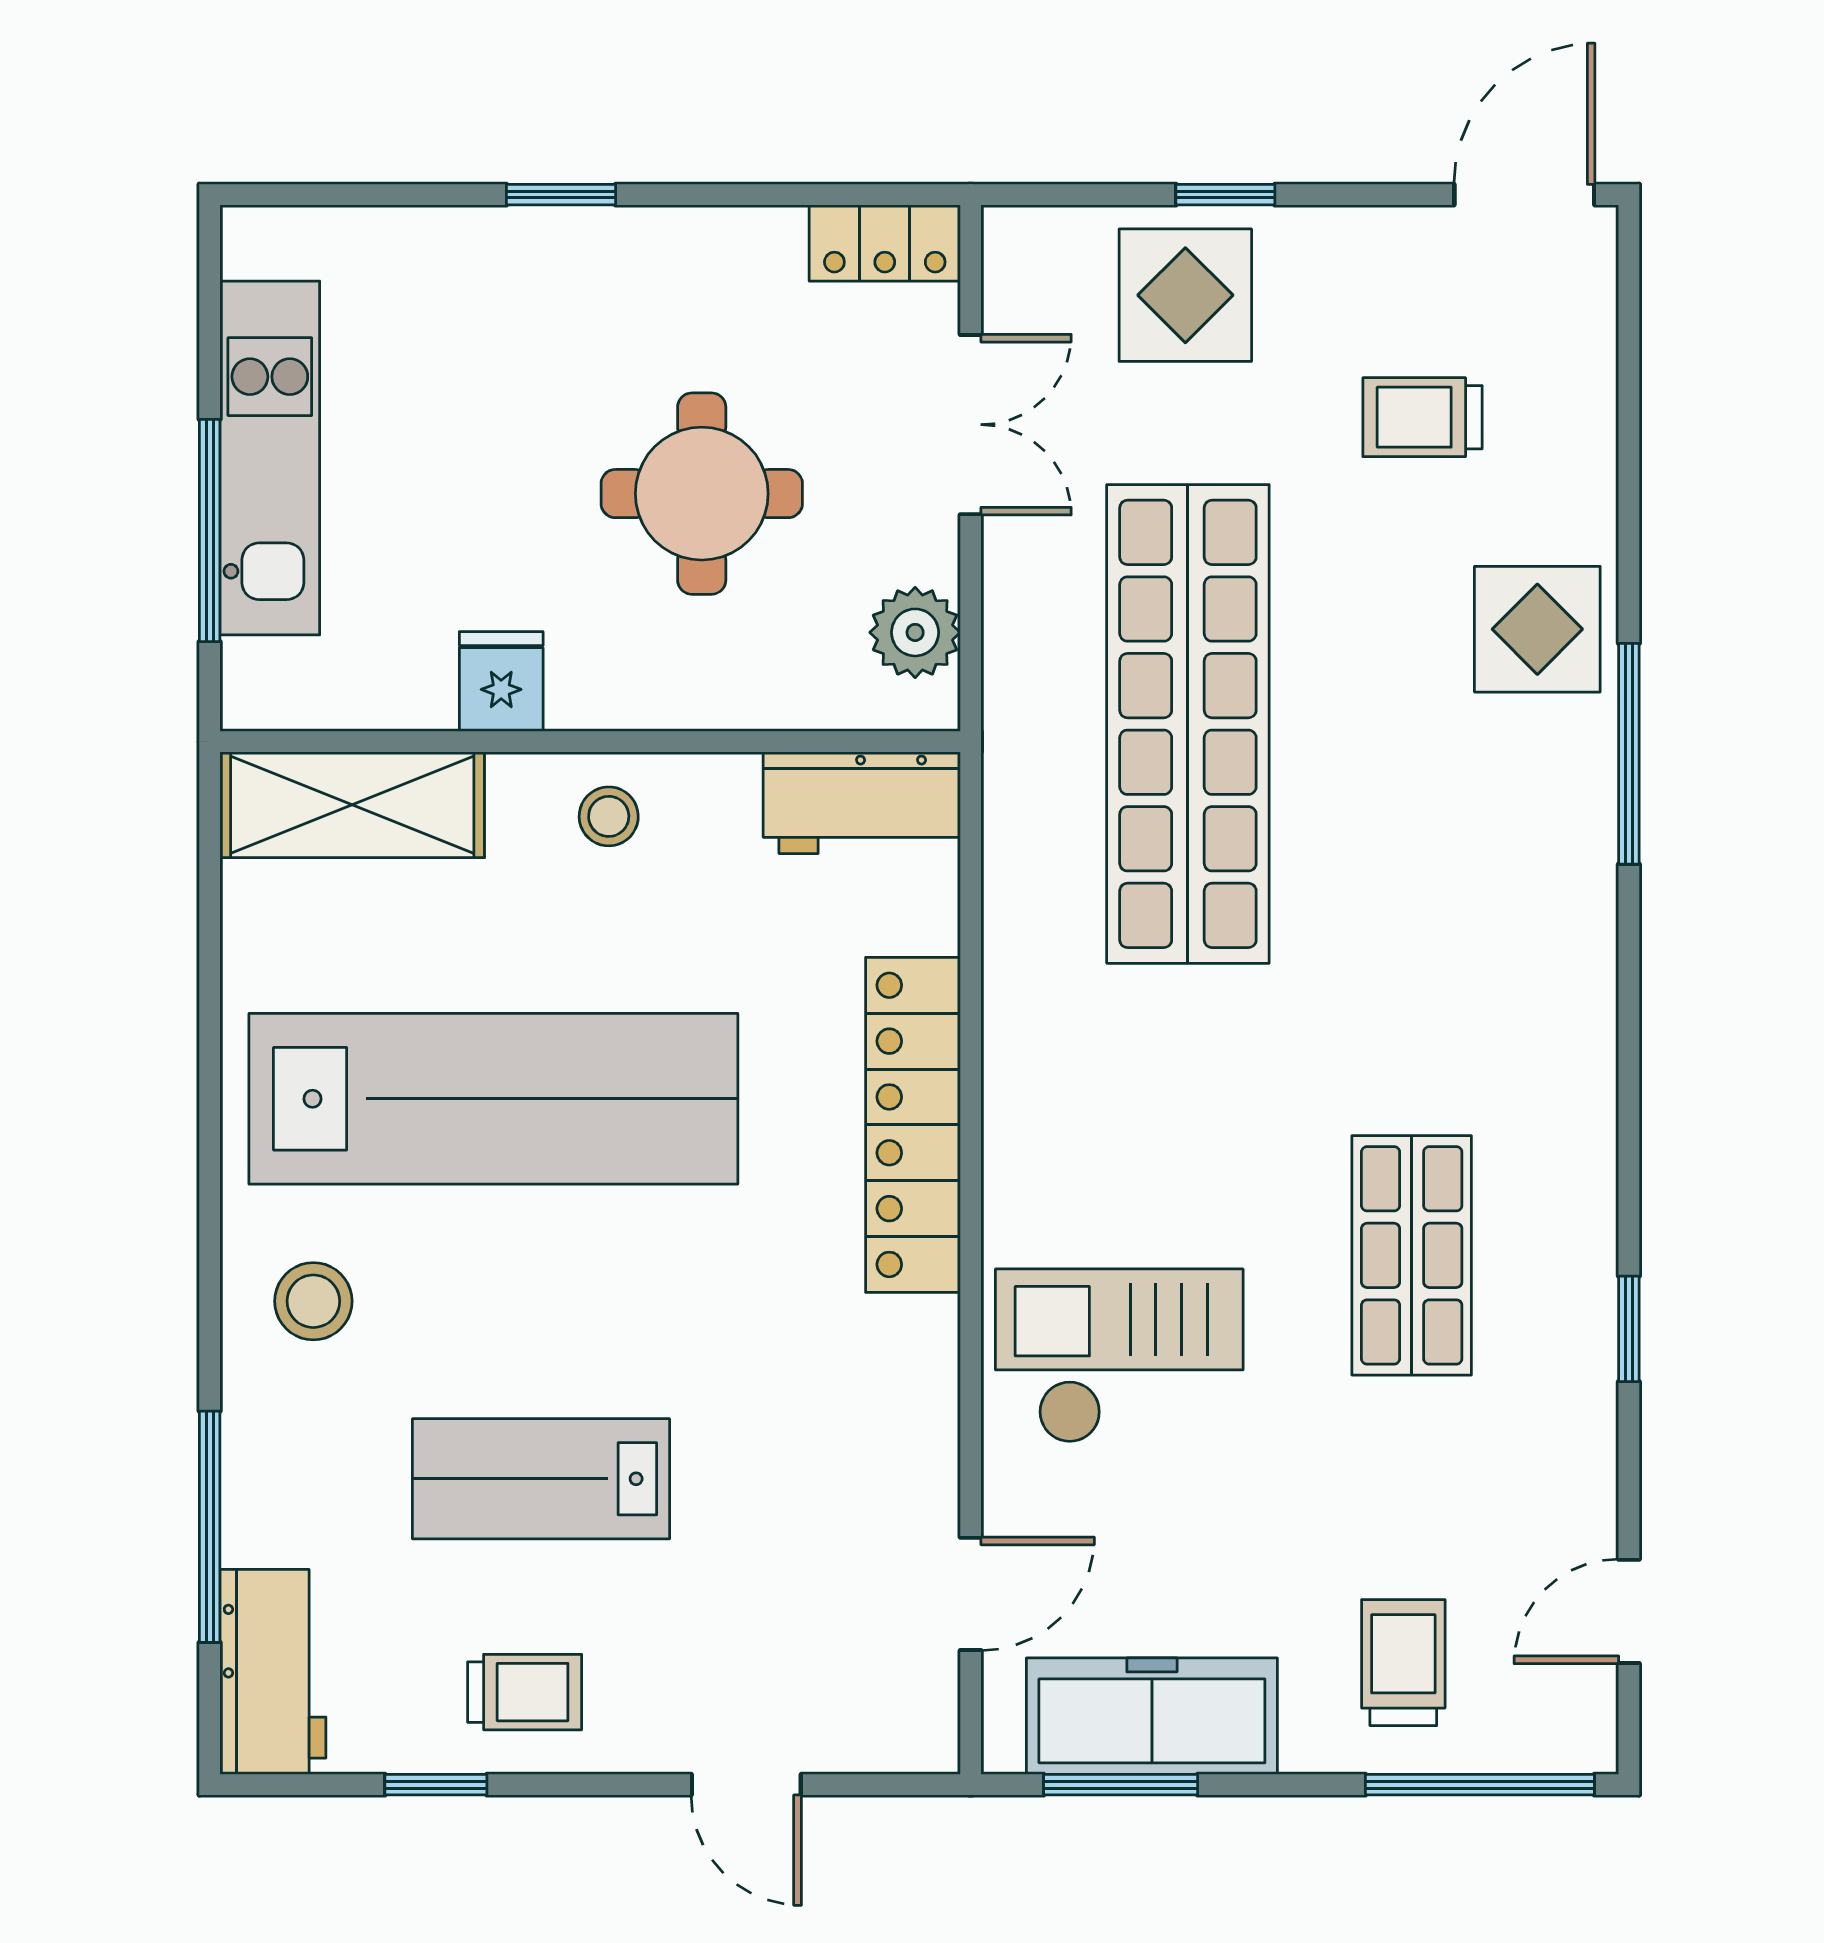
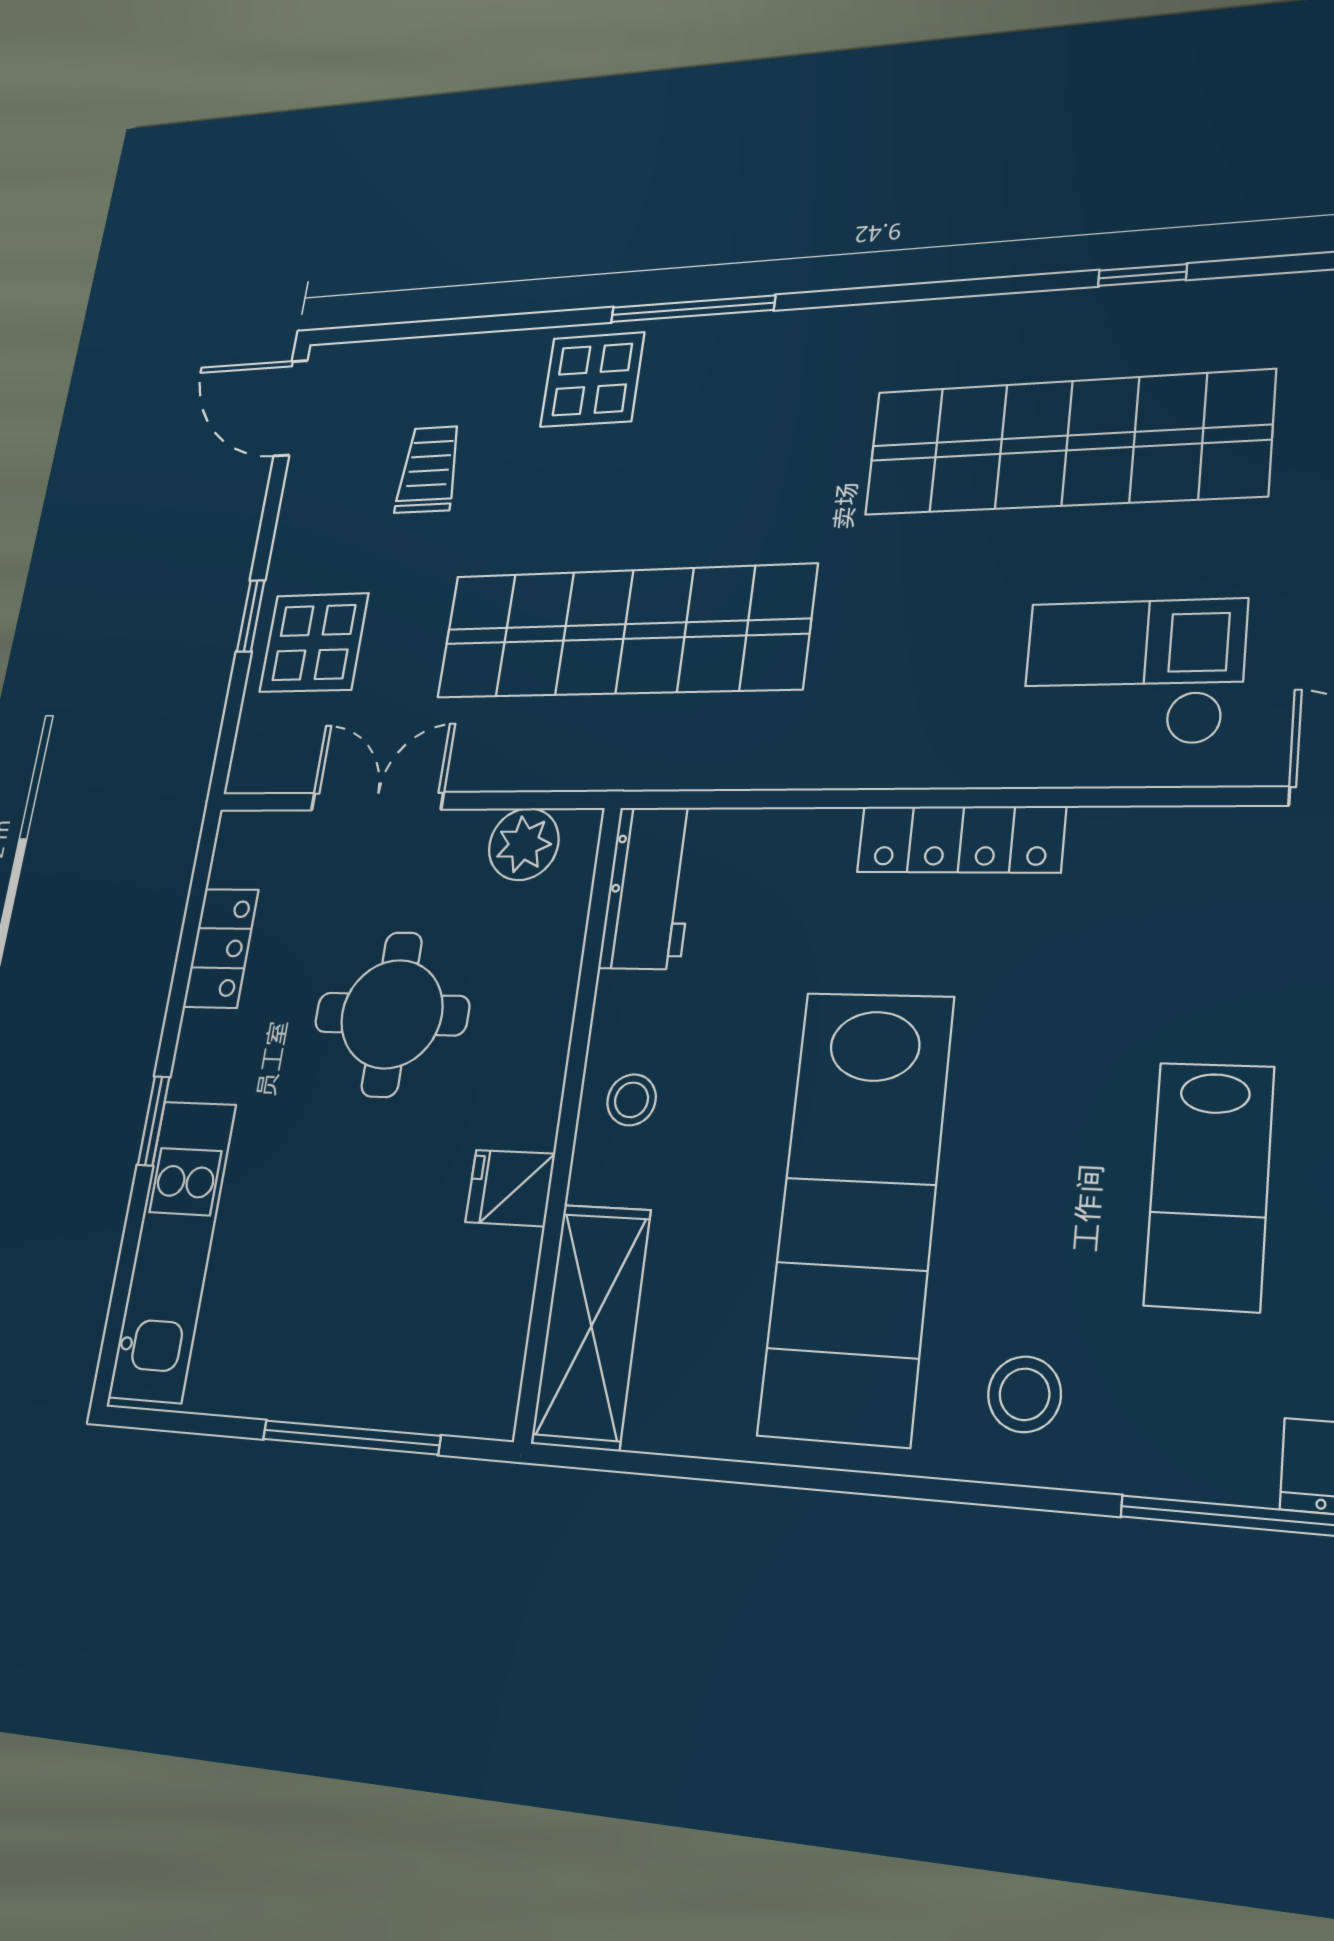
locker: (885, 243) -> (221, 948), moved
trolley: (1423, 417) -> (429, 469), turned 180
kitchen unit: (270, 458) -> (173, 1249), moved, turned 90
lab bench: (493, 1099) -> (857, 1213), turned 180
locker: (913, 1125) -> (961, 839), width x0.71, depth x0.83
shop shelf: (1412, 1255) -> (1067, 443), width x2.00, depth x1.36
checkout: (1119, 1356) -> (1134, 673), turned 90

